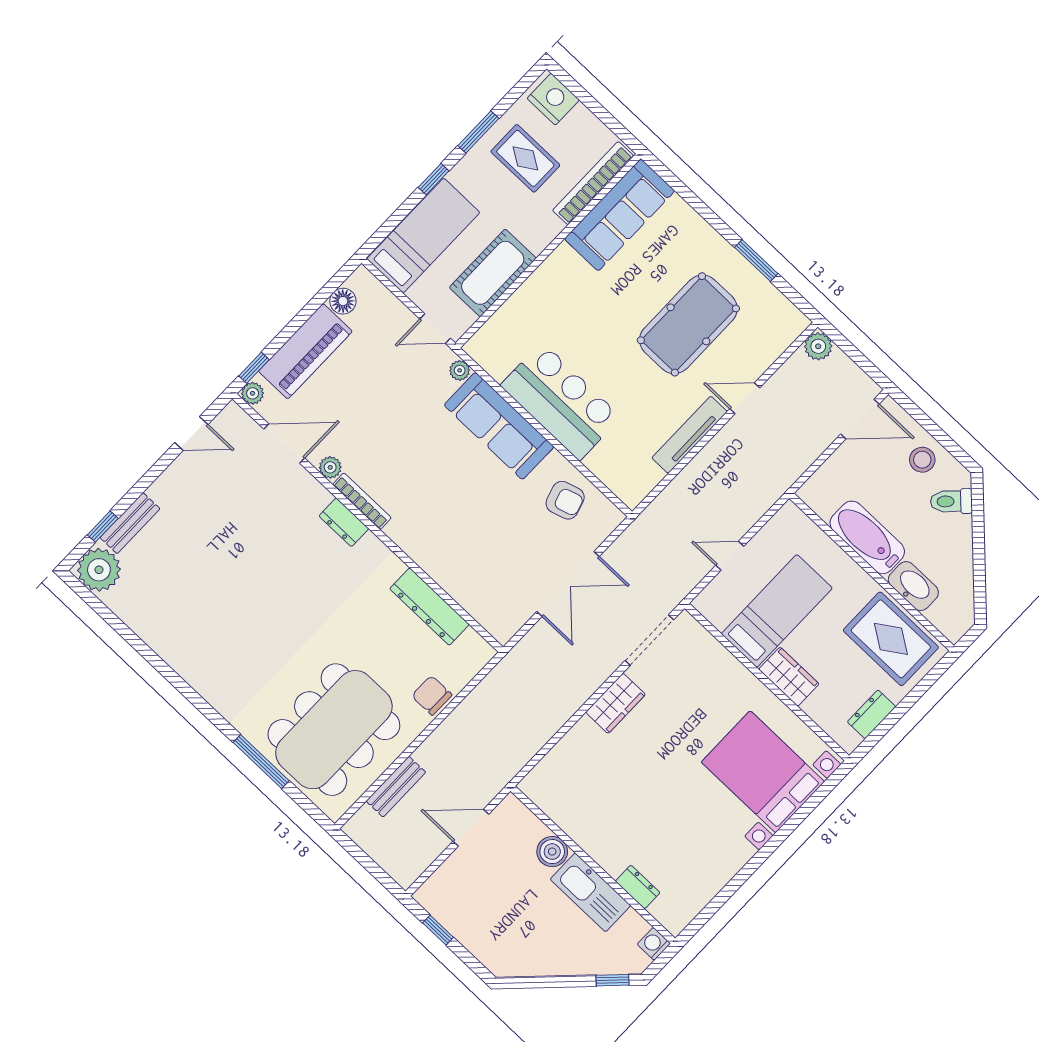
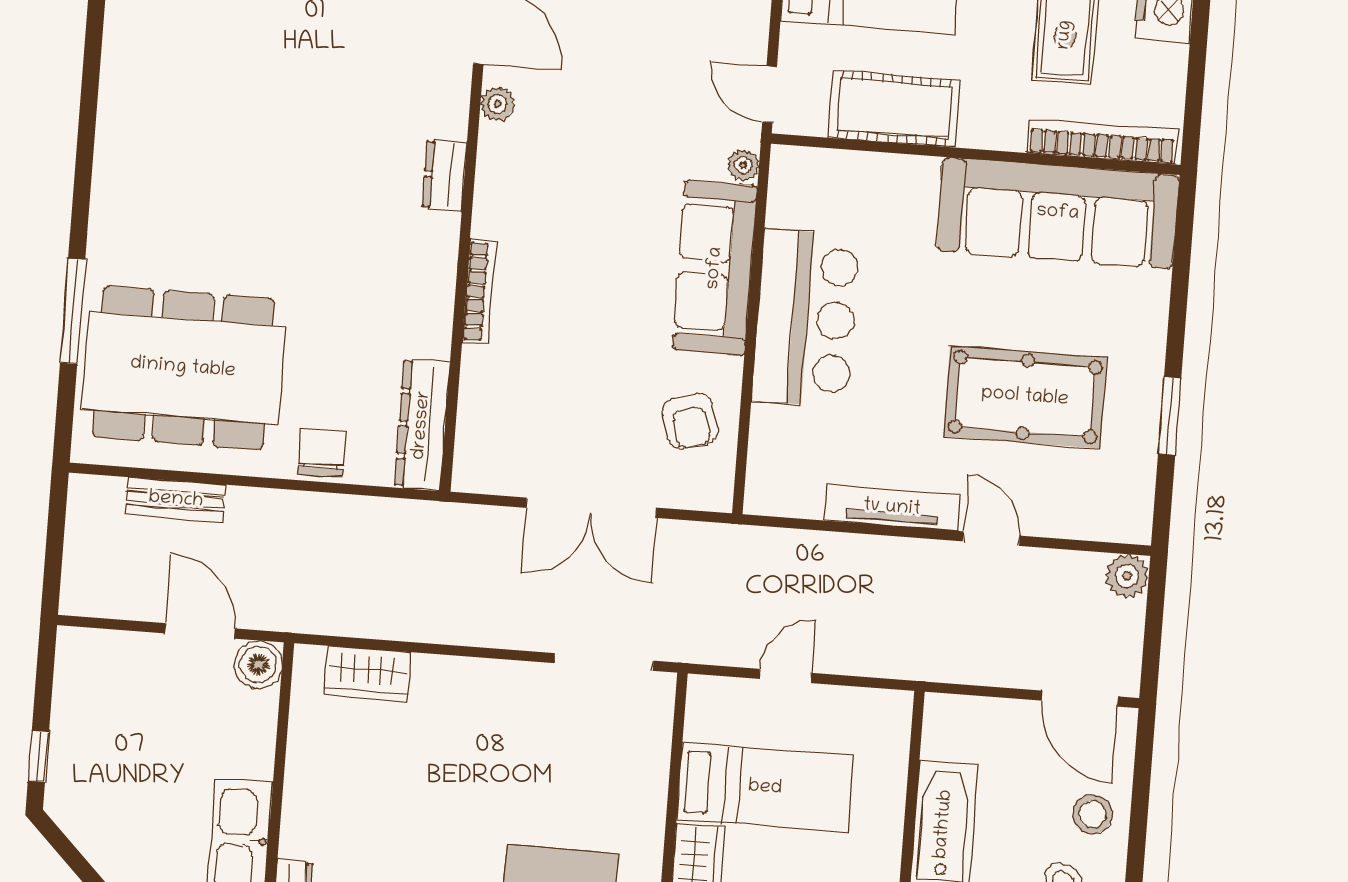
sofa: (620, 215) -> (1058, 213), width x1.36, depth x1.27
bookcase: (362, 501) -> (479, 292), moved
door: (730, 556) -> (785, 676), hinge flipped
dresser: (429, 607) -> (422, 425), moved
wardrobe: (616, 703) -> (367, 674), moved
boiler: (552, 852) -> (258, 664), moved
window: (438, 930) -> (38, 756), moved

